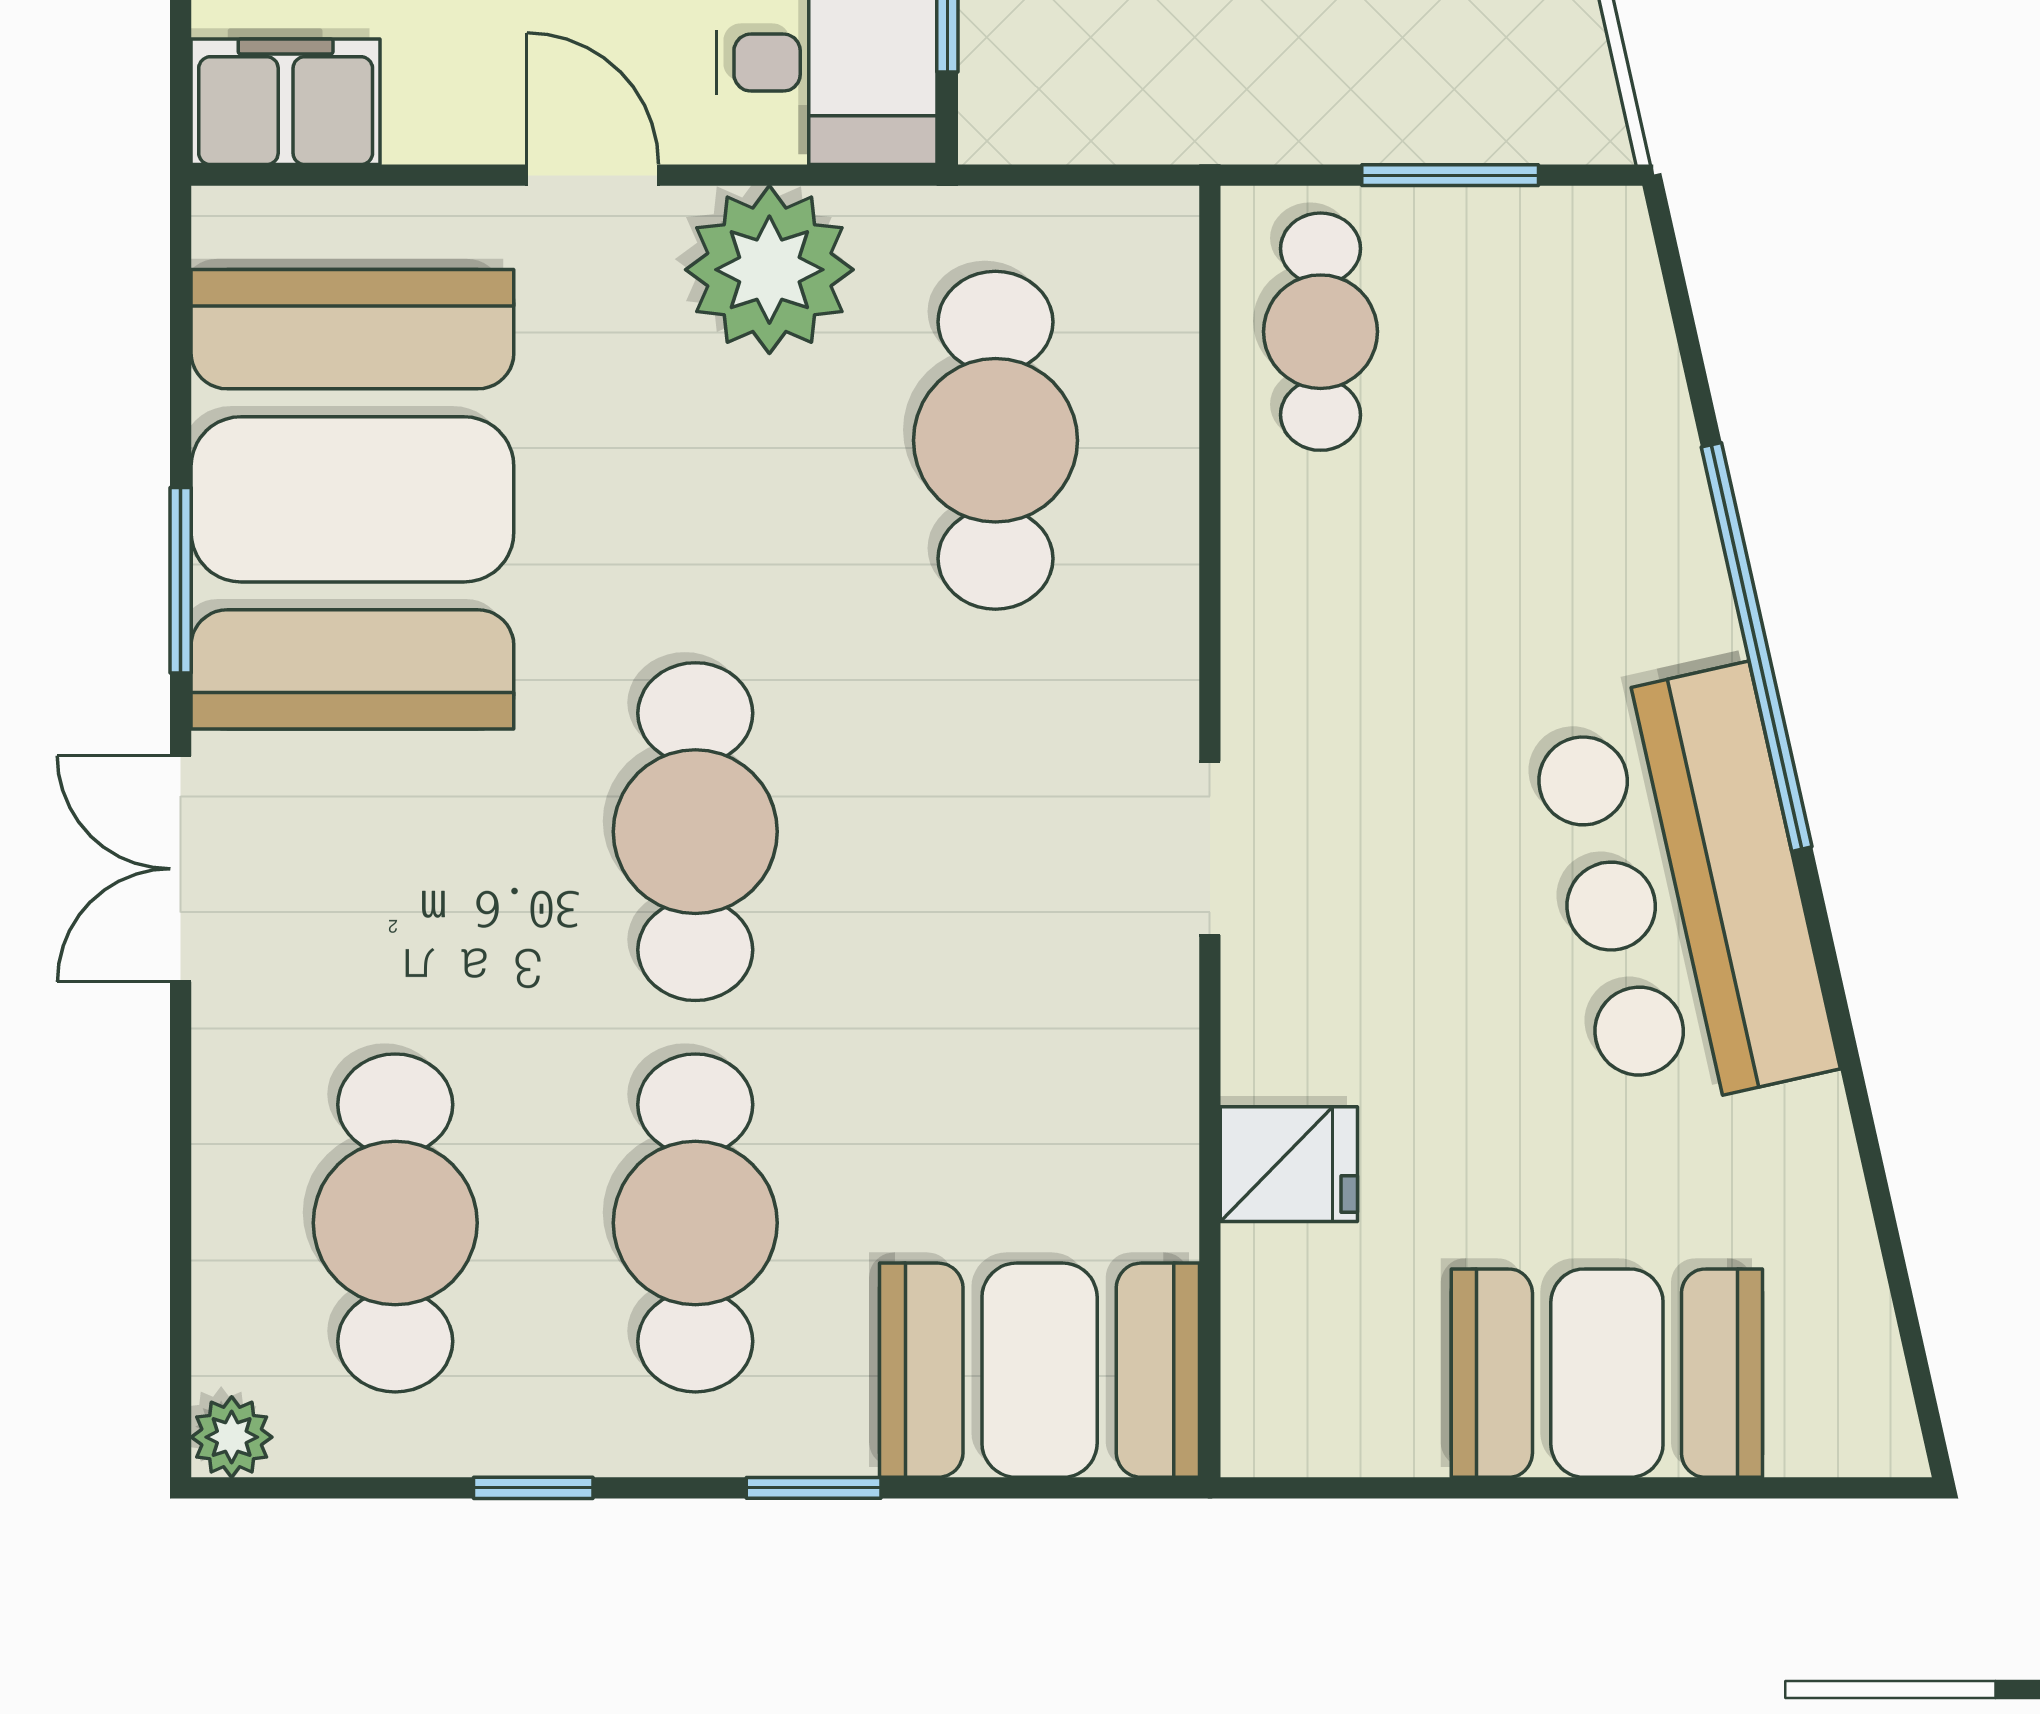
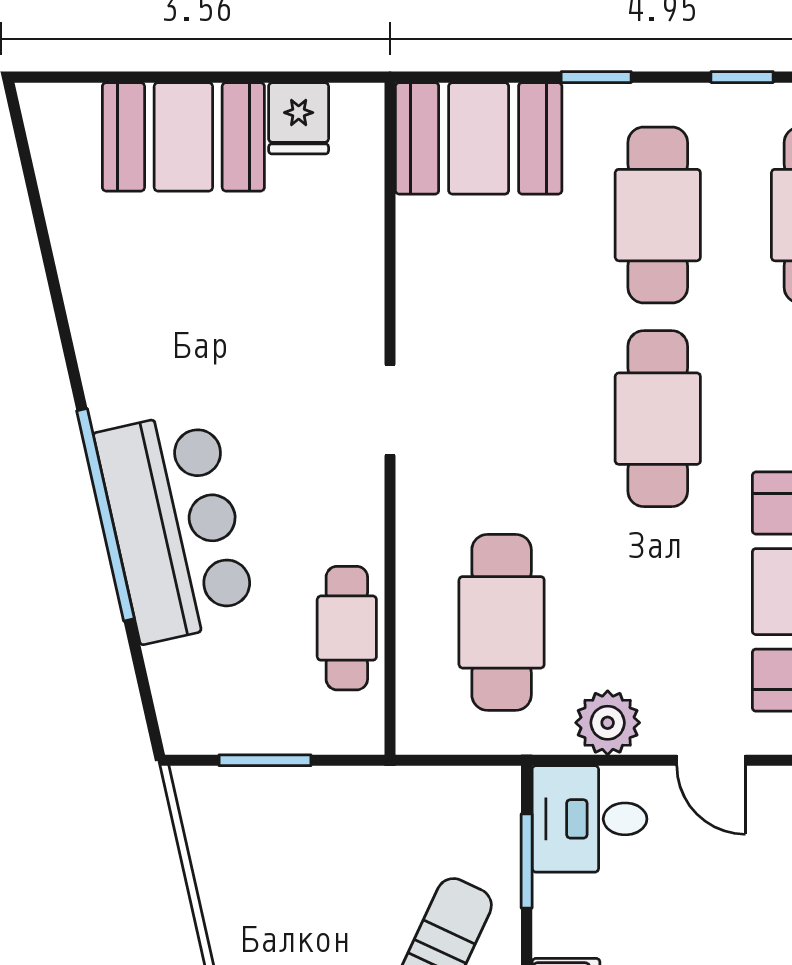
plant: (769, 270) -> (608, 723), width x0.73, depth x0.73
cafe table: (1320, 332) -> (347, 628), moved
bar counter: (1681, 890) -> (176, 526), moved
fridge: (1289, 1164) -> (299, 118), moved, turned -90

